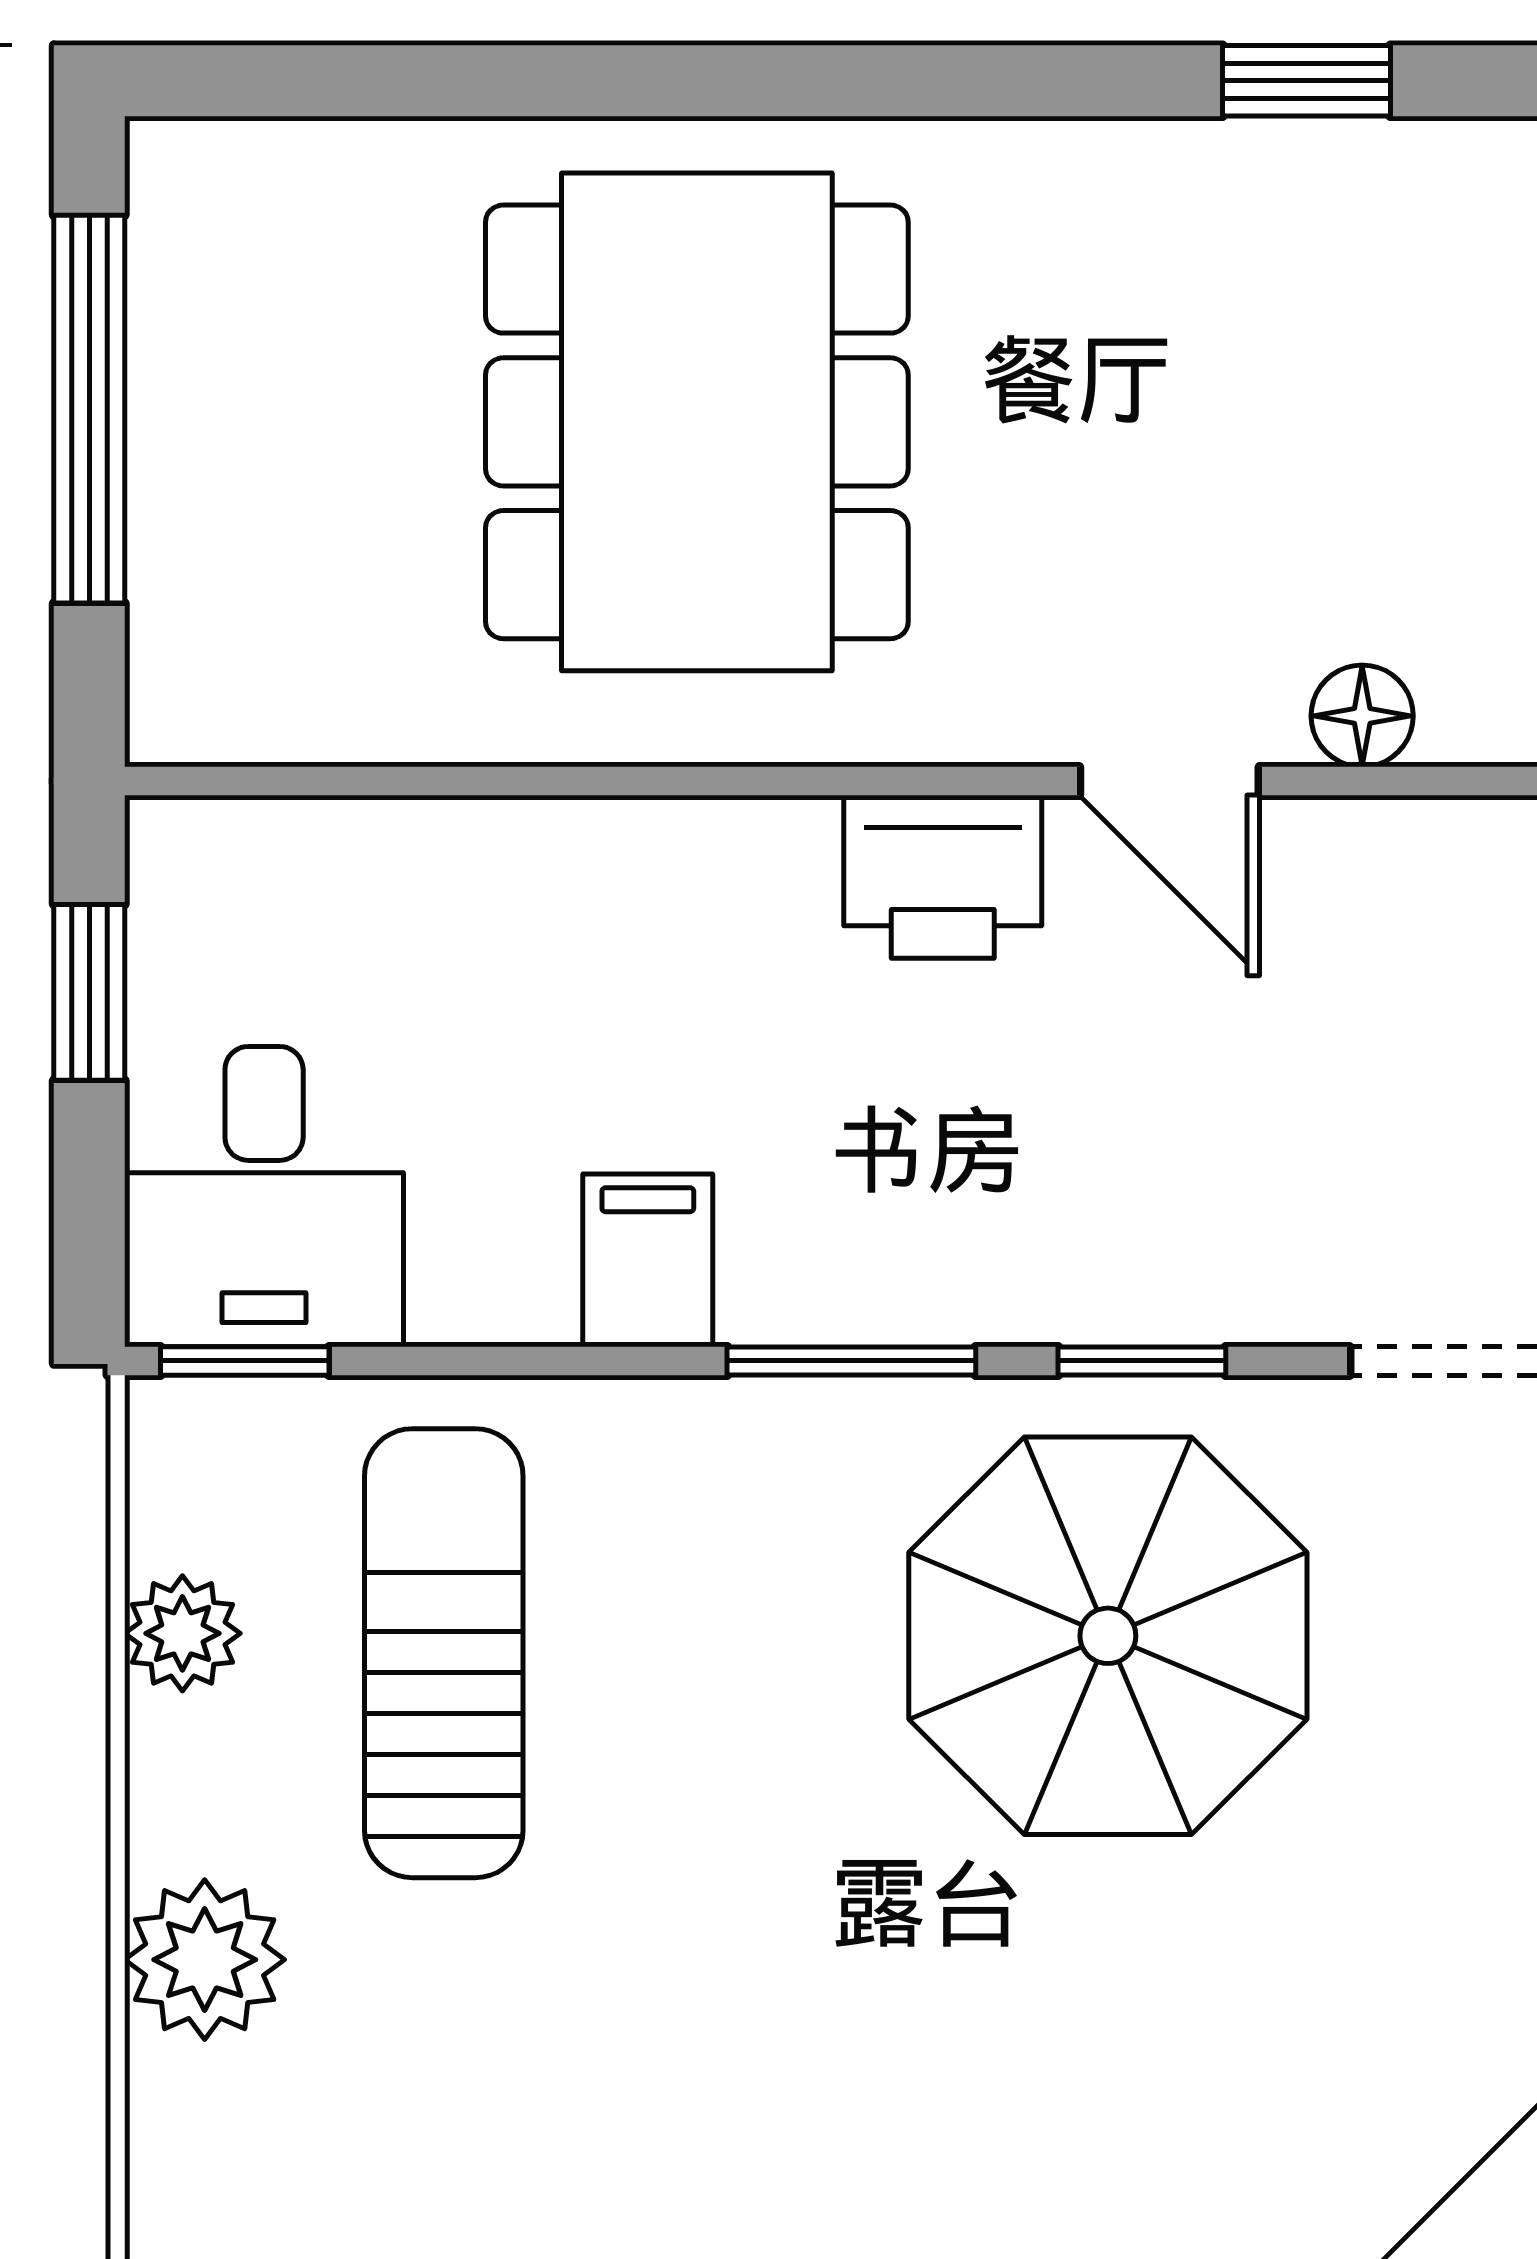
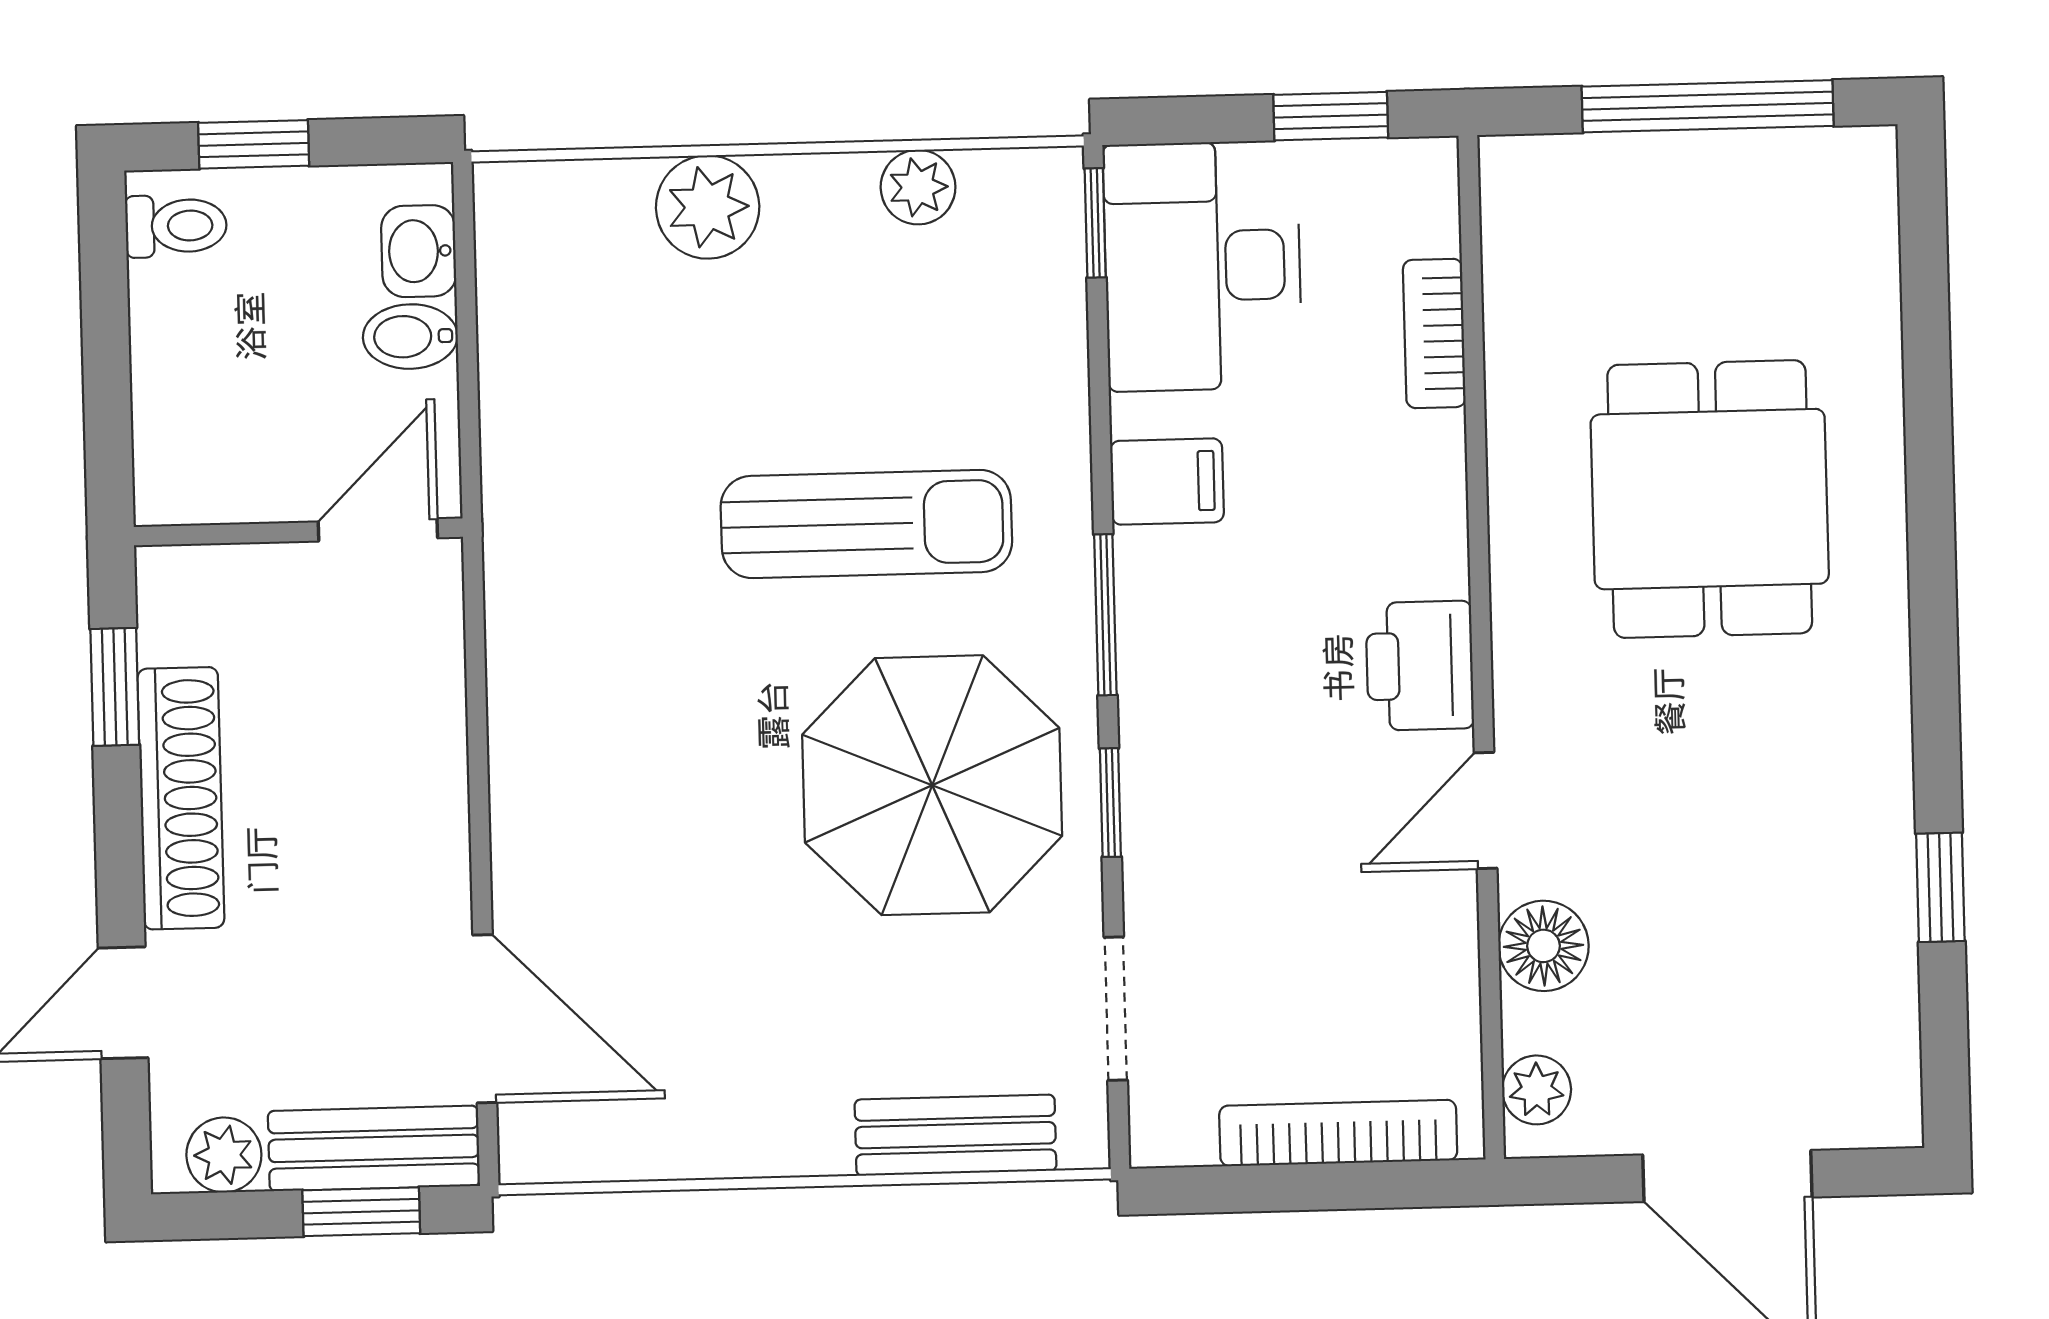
dining table: (697, 422) -> (1710, 499), width x0.73
floor lamp: (1362, 716) -> (1543, 946), width x1.37, depth x1.37
bookcase: (430, 841) -> (1434, 333), added
desk: (264, 1197) -> (1203, 266), width x1.37
sun lounger: (444, 1653) -> (866, 524), moved

